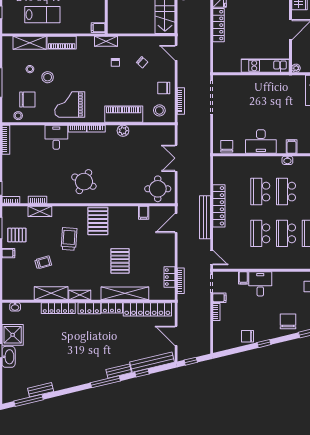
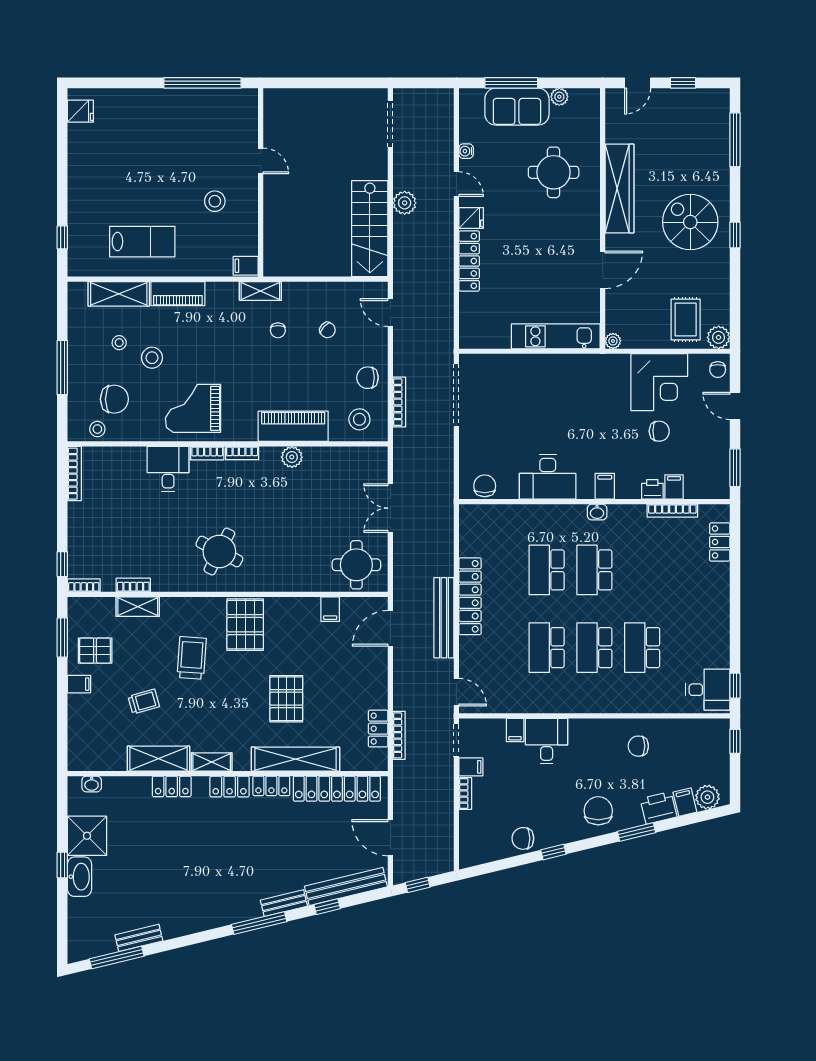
locker: (58, 308) -> (172, 786), width x0.66

